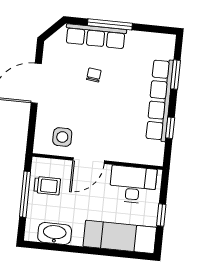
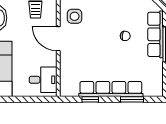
desk: (133, 185) -> (43, 80), width x0.73
window: (161, 215) -> (22, 99), removed

